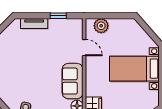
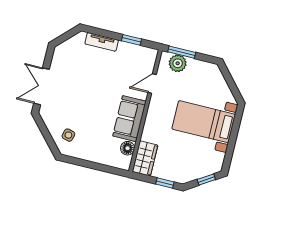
window: (102, 16) -> (182, 52), added
door: (84, 48) -> (152, 84), swing flipped

